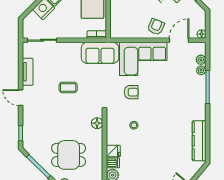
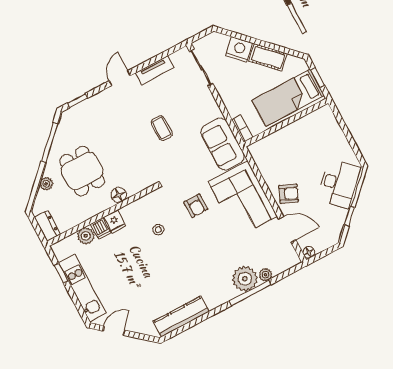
plant: (201, 60) -> (245, 279), moved, width x1.88, depth x1.88
floor lamp: (97, 123) -> (119, 195), moved

